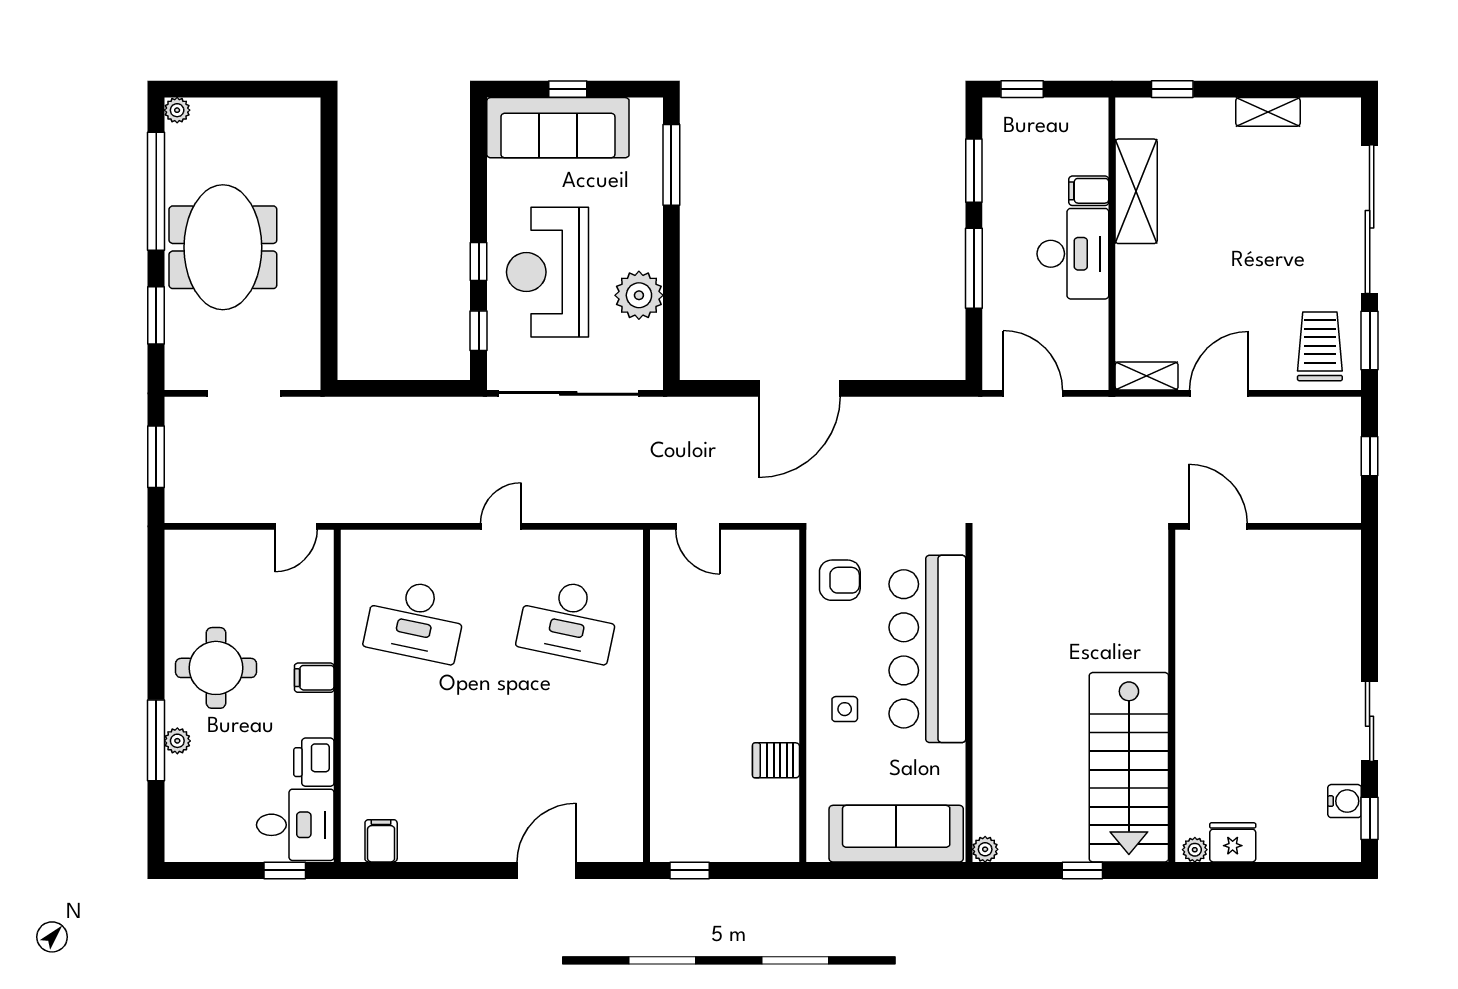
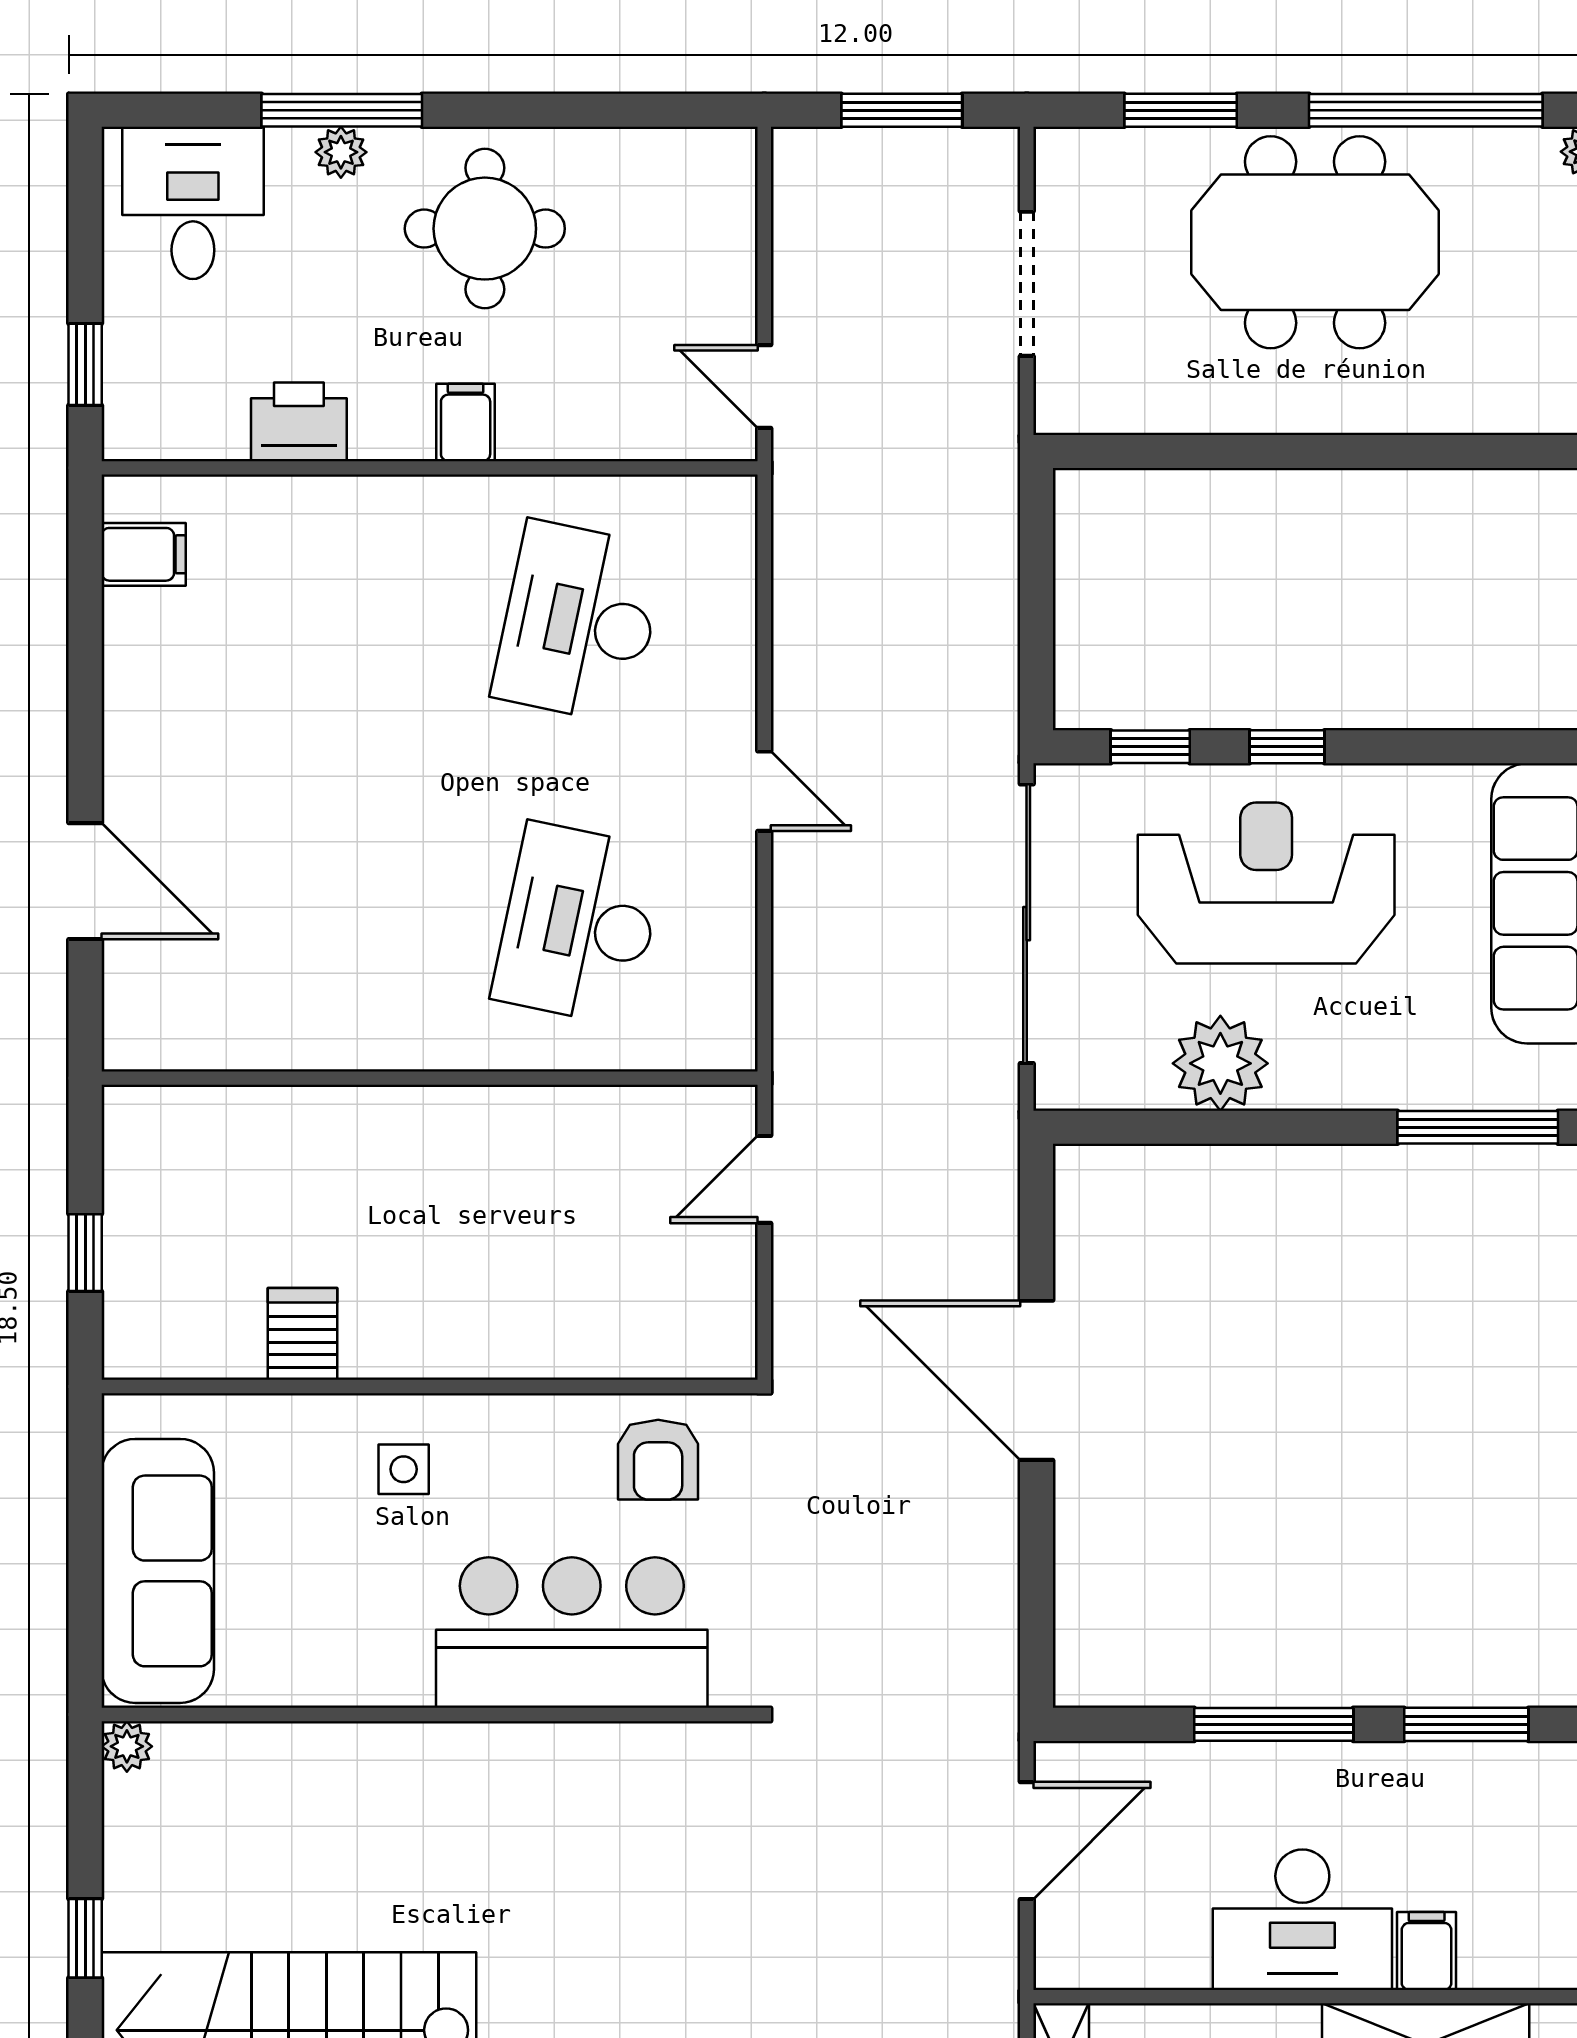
bar counter: (927, 649) -> (572, 1633), width x0.73
desk: (295, 825) -> (193, 203), moved, turned 180
window: (690, 870) -> (85, 1253), moved

